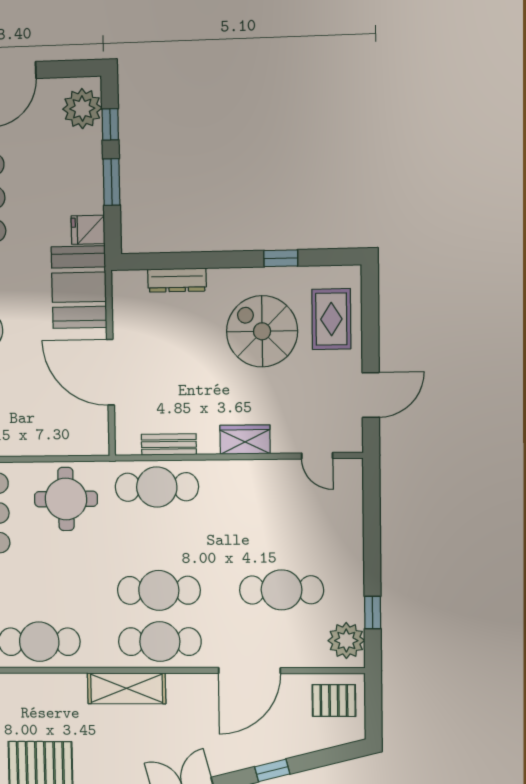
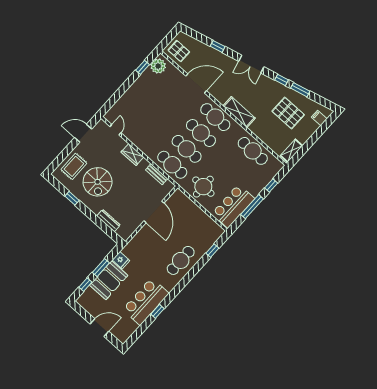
plant: (82, 109) -> (89, 297), removed
booth: (79, 287) -> (109, 280), moved
cafe table: (282, 590) -> (187, 149), moved

